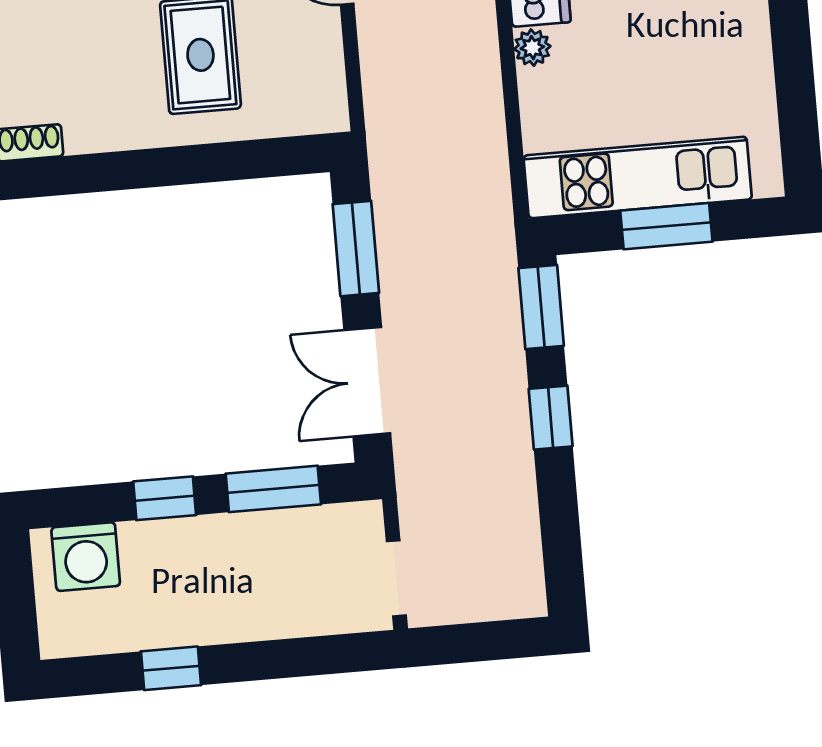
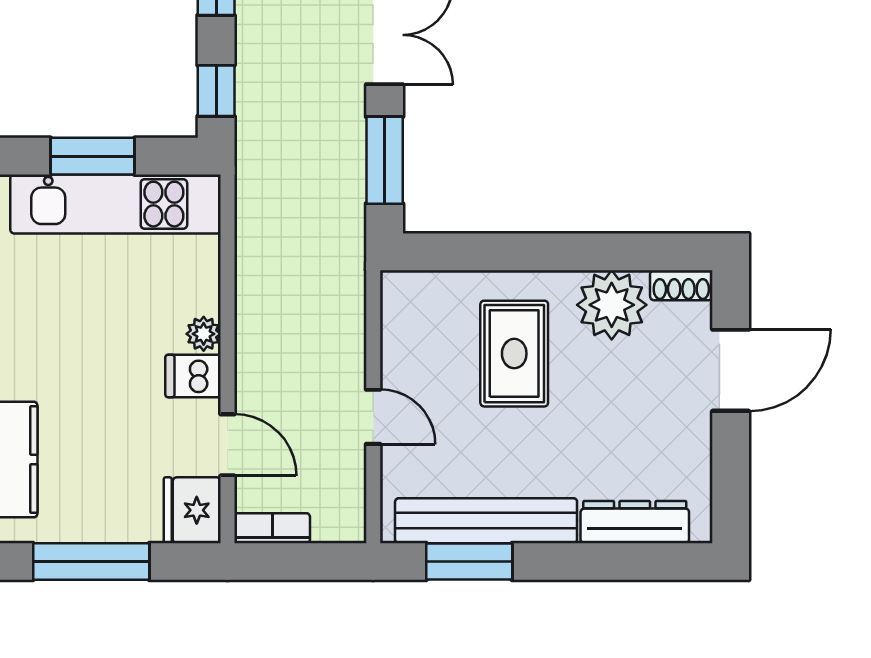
plant: (101, 115) -> (612, 305), added
window: (541, 307) -> (216, 91), width x0.67

